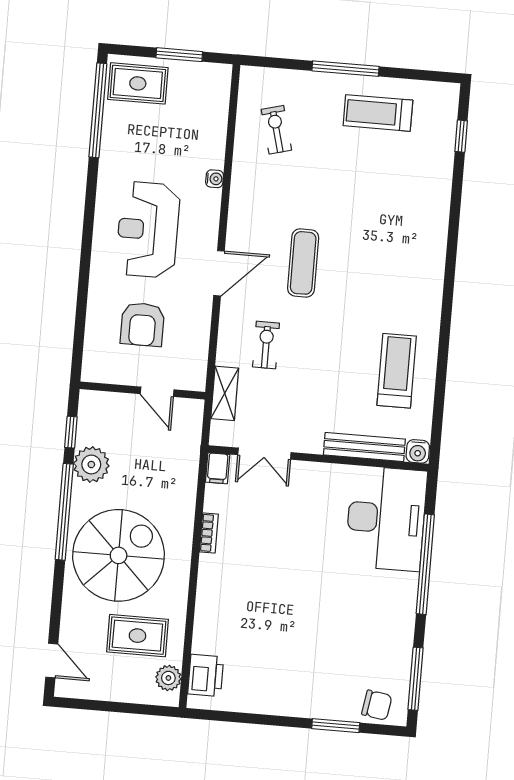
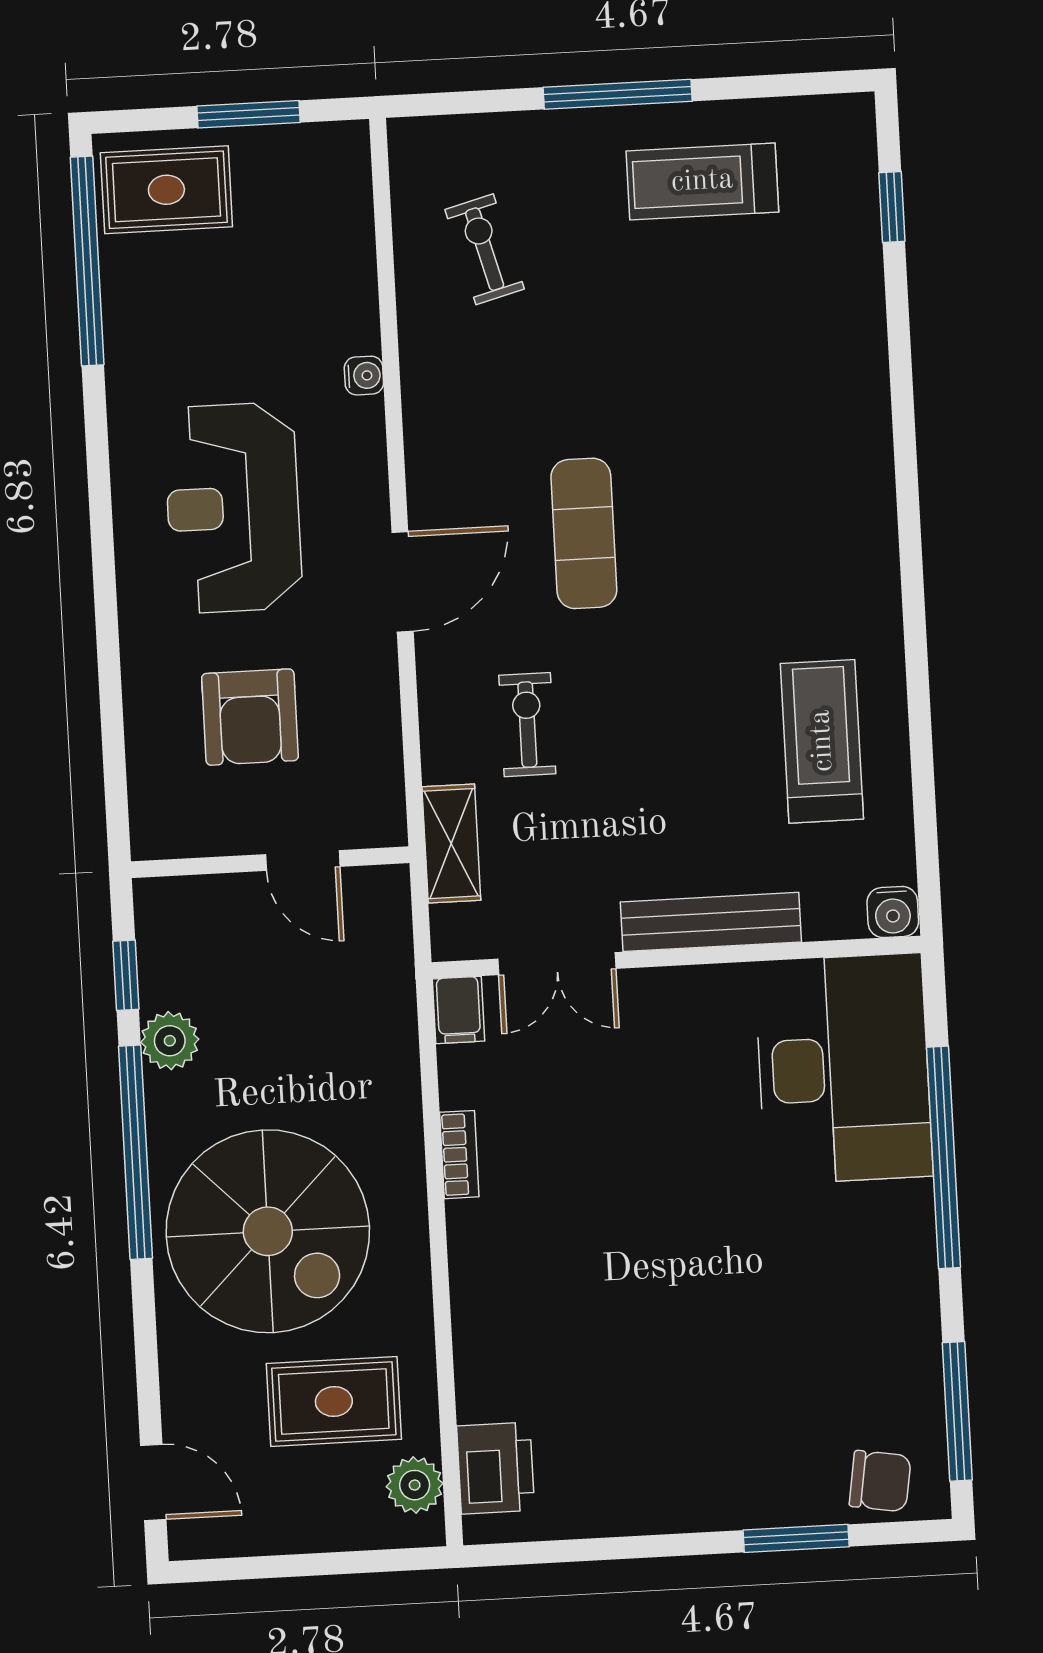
bench: (364, 447) -> (711, 922), moved
plant: (91, 465) -> (170, 1041), width x0.73, depth x0.73
spiral stairs: (119, 555) -> (268, 1231), turned 90

